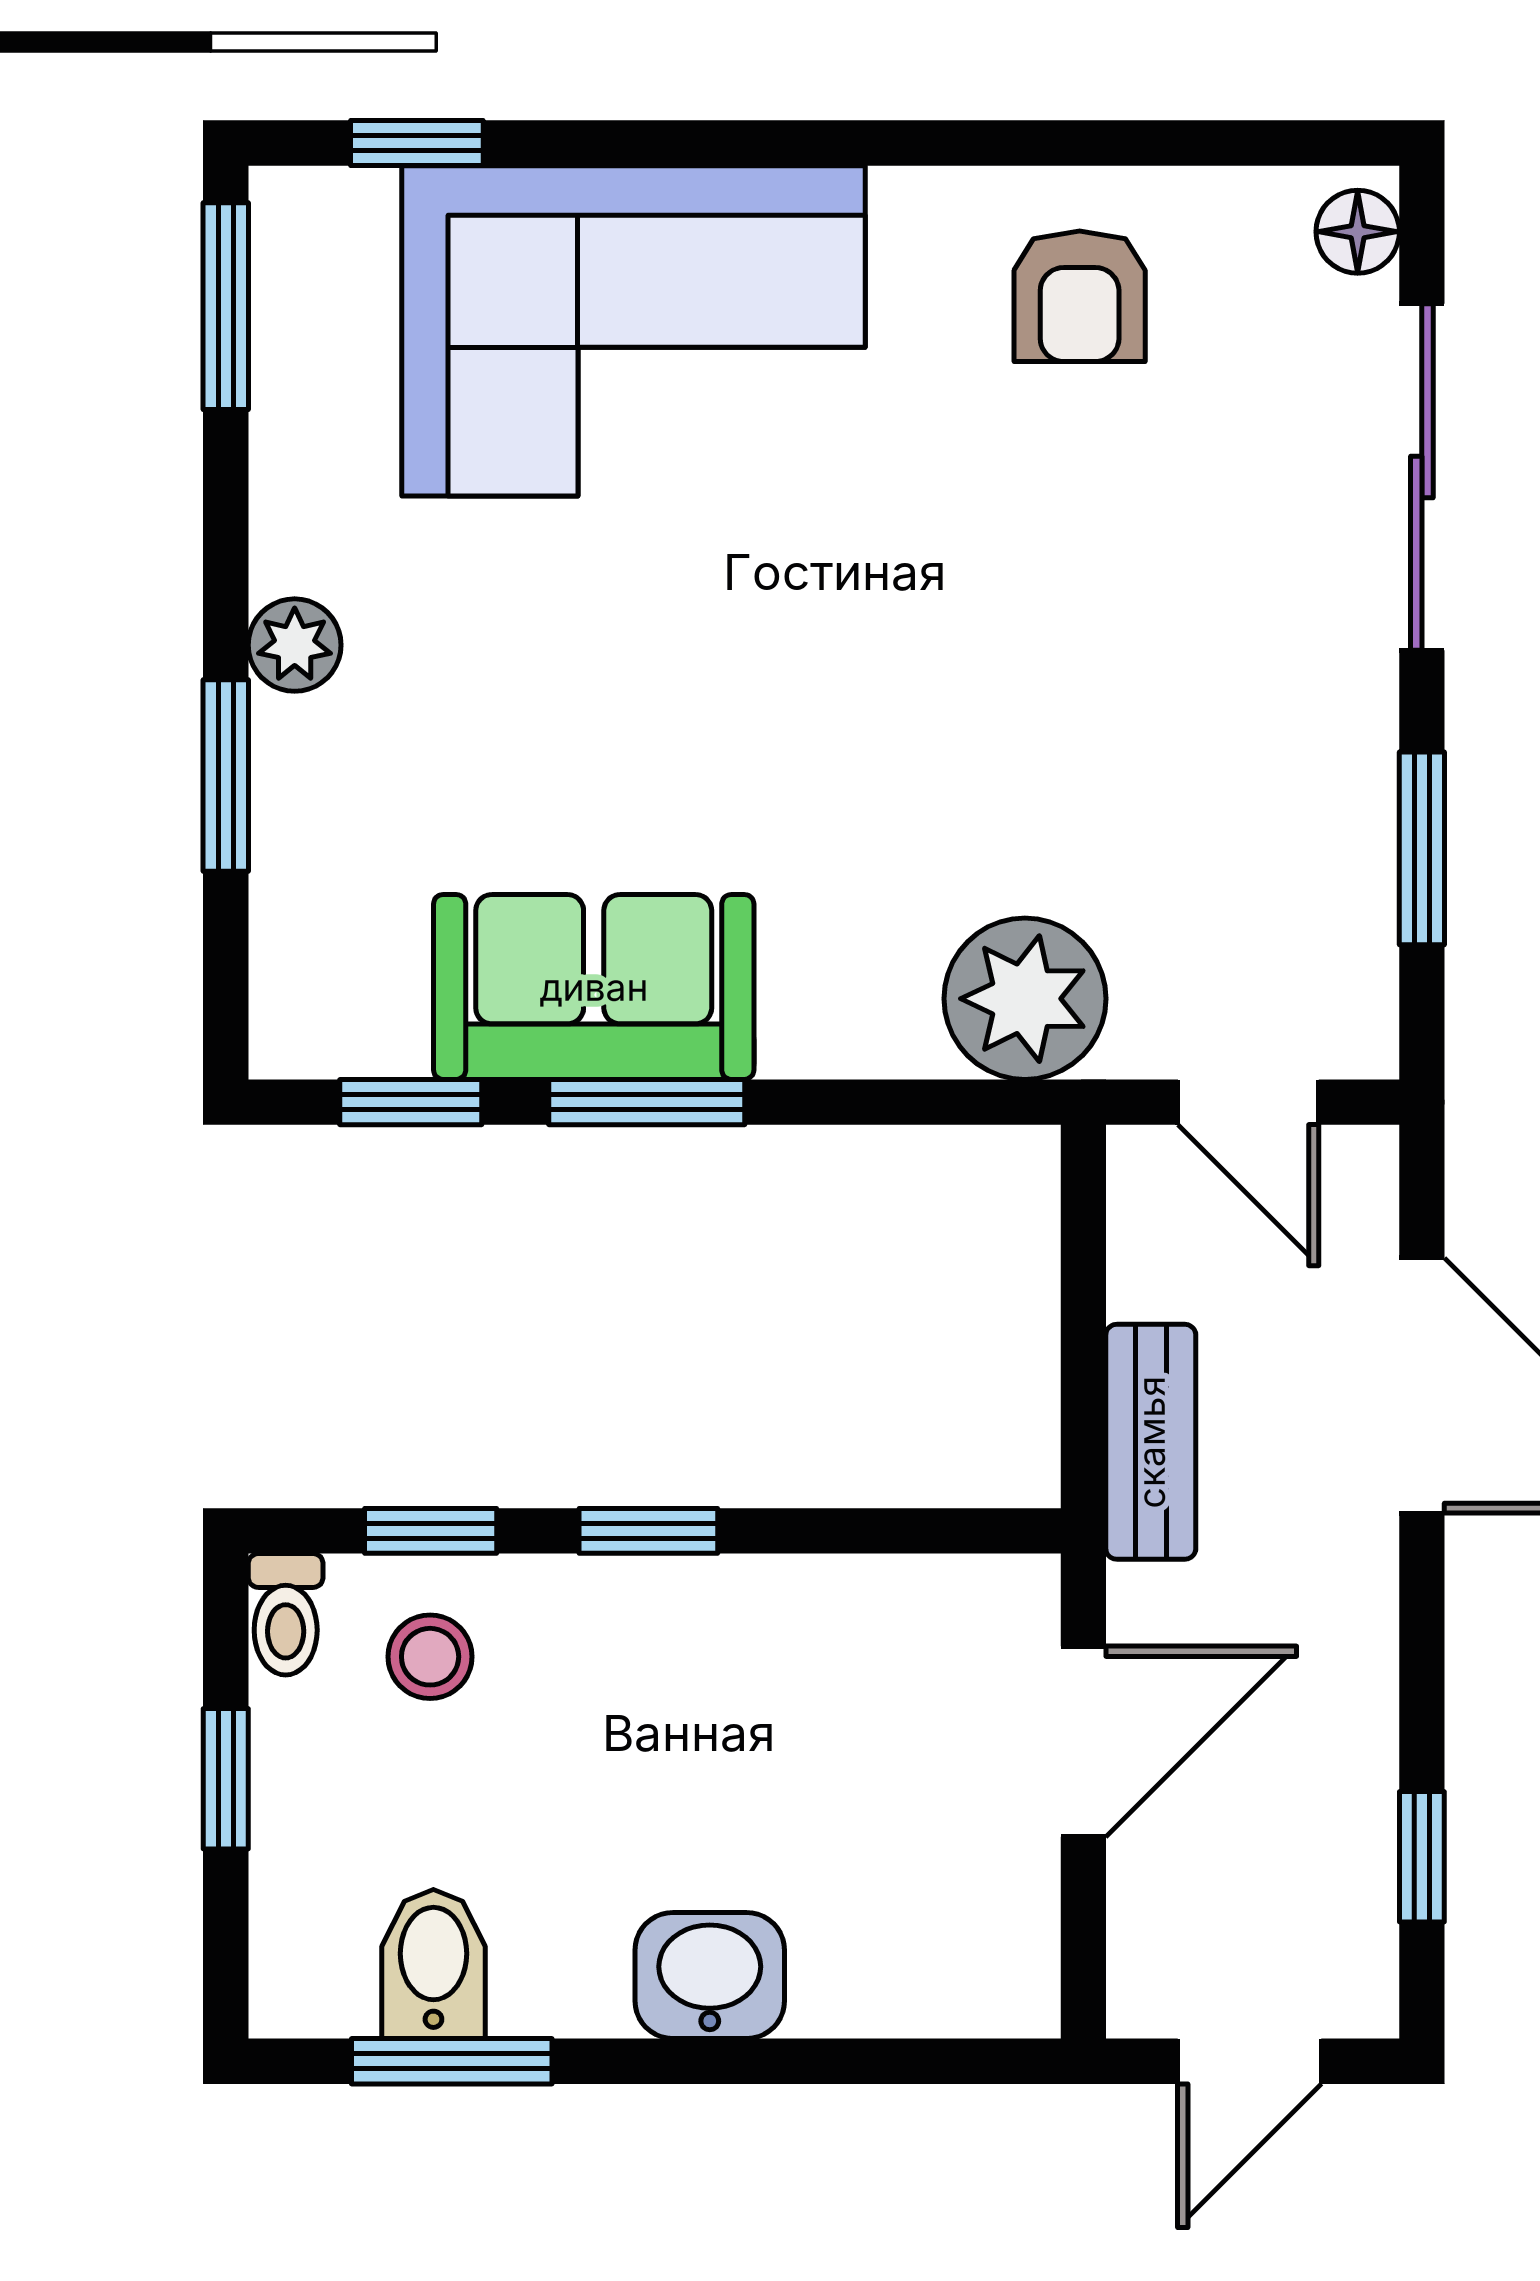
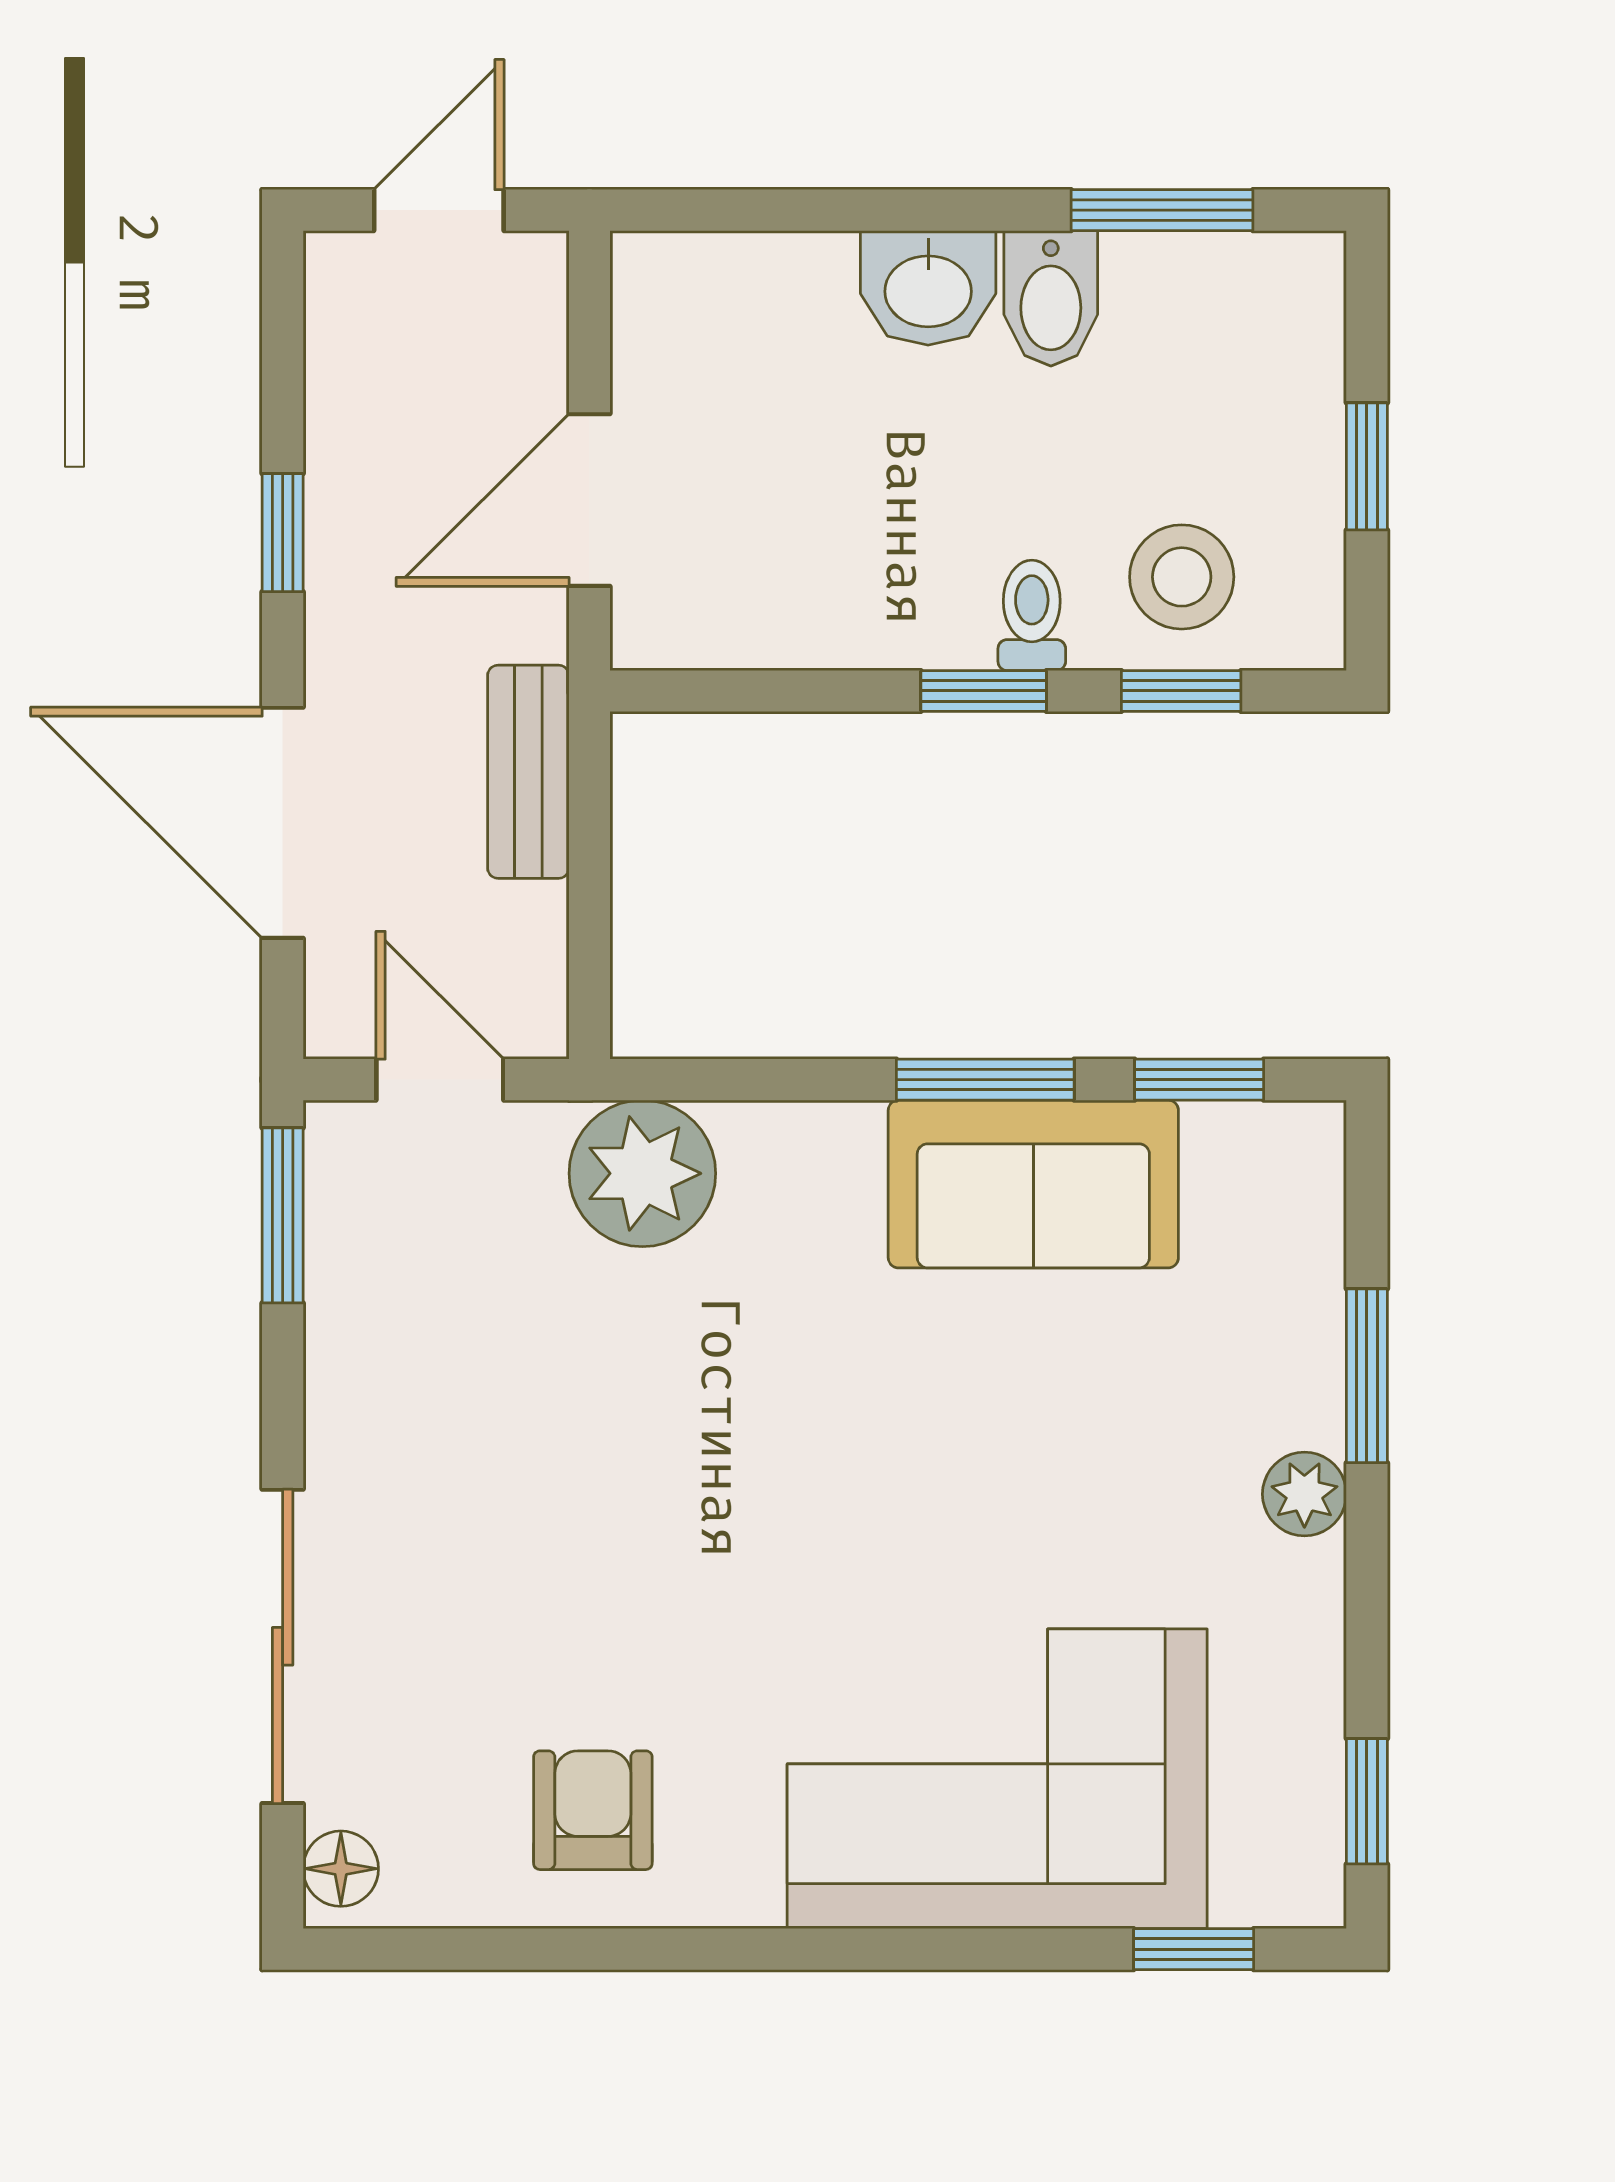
window: (226, 306) -> (1367, 1801), width x0.67
window: (1422, 848) -> (283, 1215), moved
toilet: (286, 1614) -> (1032, 615), moved
stool: (430, 1657) -> (1182, 577), width x1.37, depth x1.37
window: (1422, 1857) -> (283, 533), moved
bidet: (433, 1964) -> (1051, 298), moved

